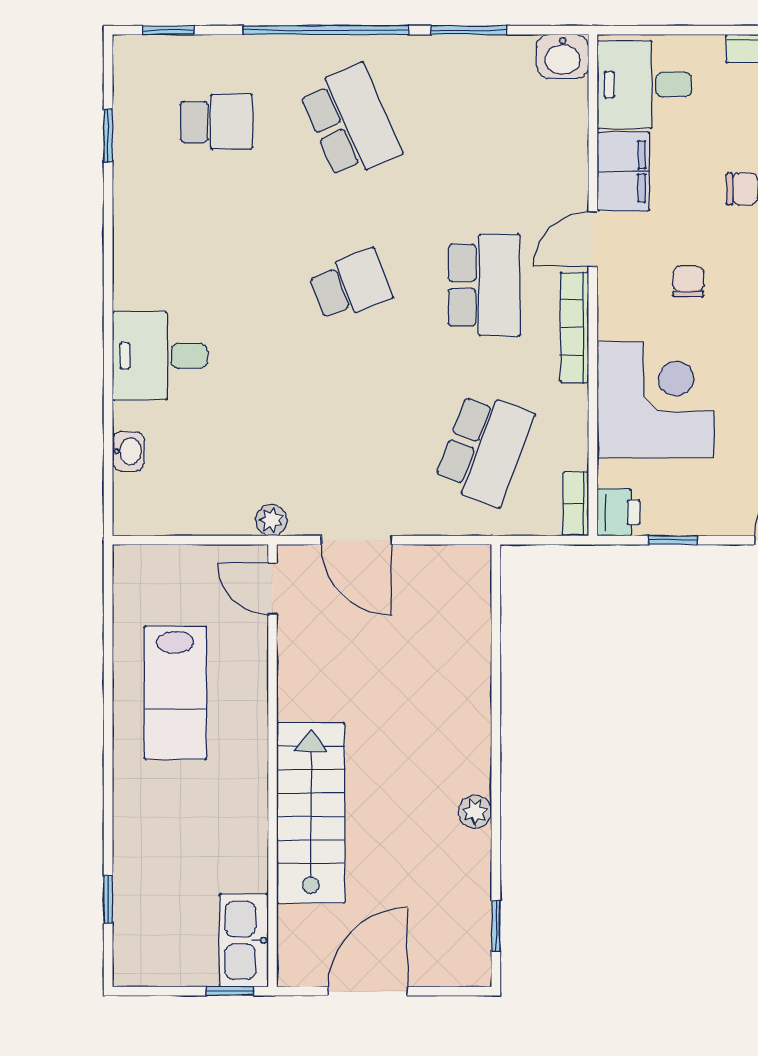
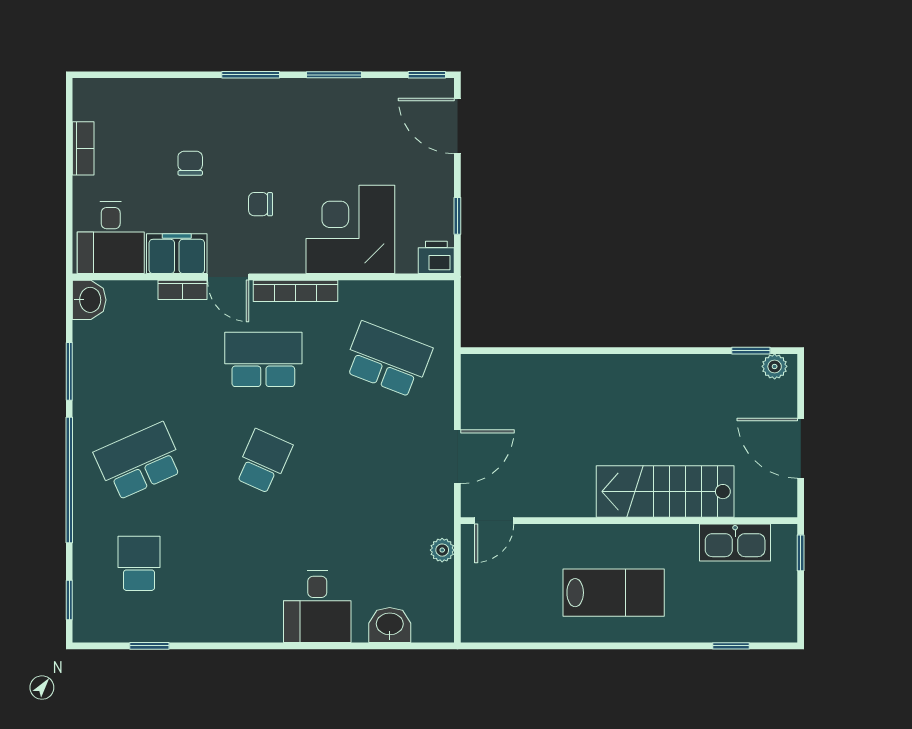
school desk: (350, 285) -> (263, 461), turned 45
washbasin: (128, 451) -> (390, 625), width x1.38, depth x1.45
bookcase: (576, 504) -> (183, 290), moved
plant: (271, 520) -> (442, 550), moved
lab bench: (175, 693) -> (614, 593), moved
plant: (475, 812) -> (775, 366), moved
kitchen sink: (244, 940) -> (735, 543), moved

